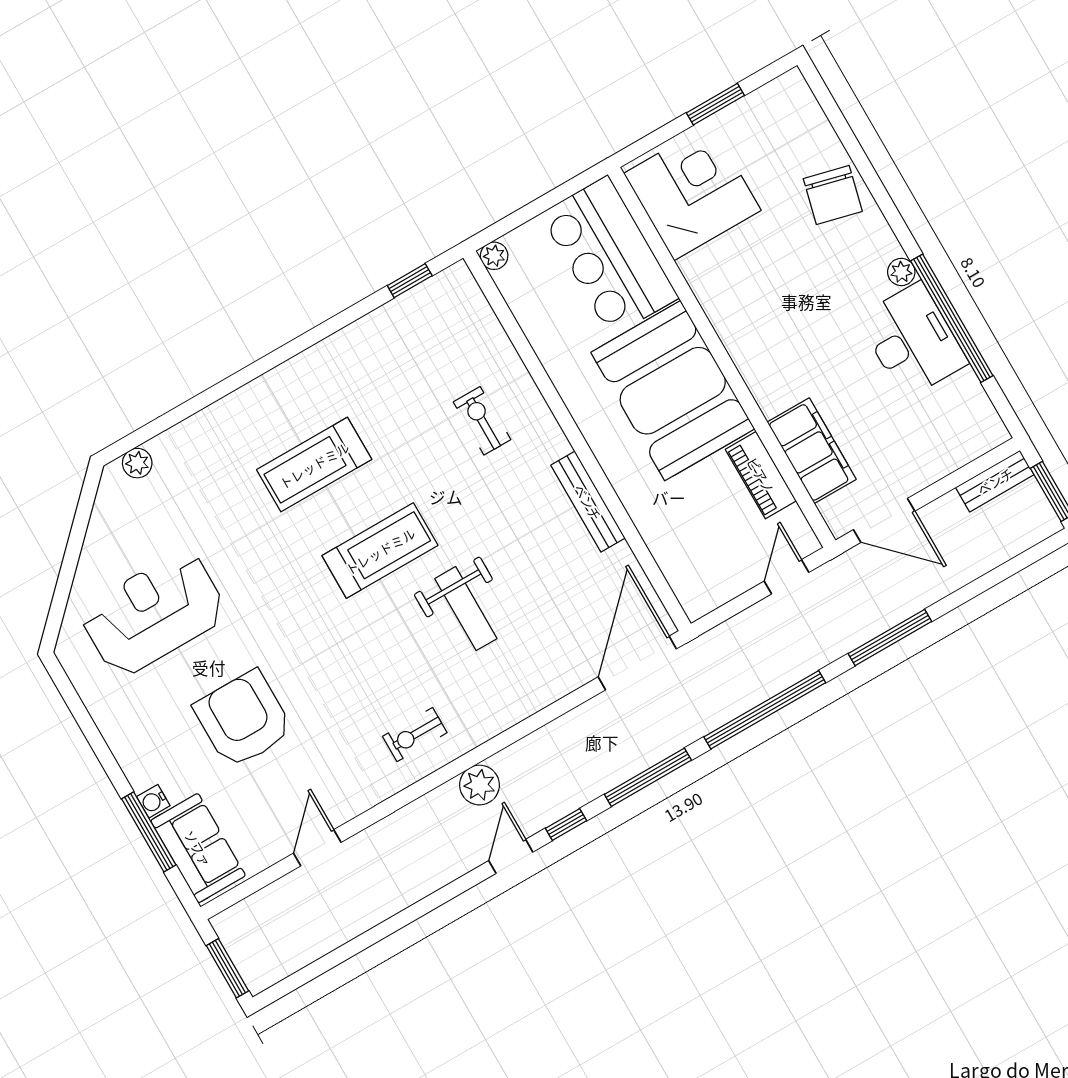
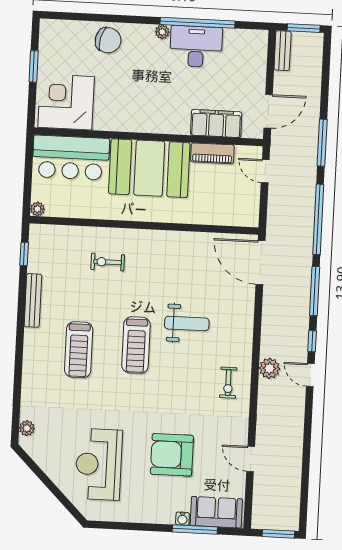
bench: (588, 502) -> (33, 300), moved, turned 90
treadmill: (380, 551) -> (136, 345), turned 180

